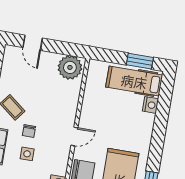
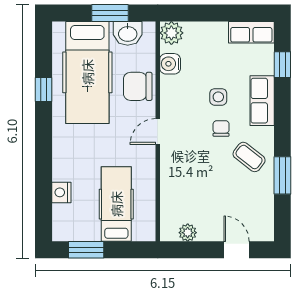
plant: (70, 67) -> (188, 233), width x0.53, depth x0.53
hospital bed: (134, 81) -> (116, 204), moved, turned -90

